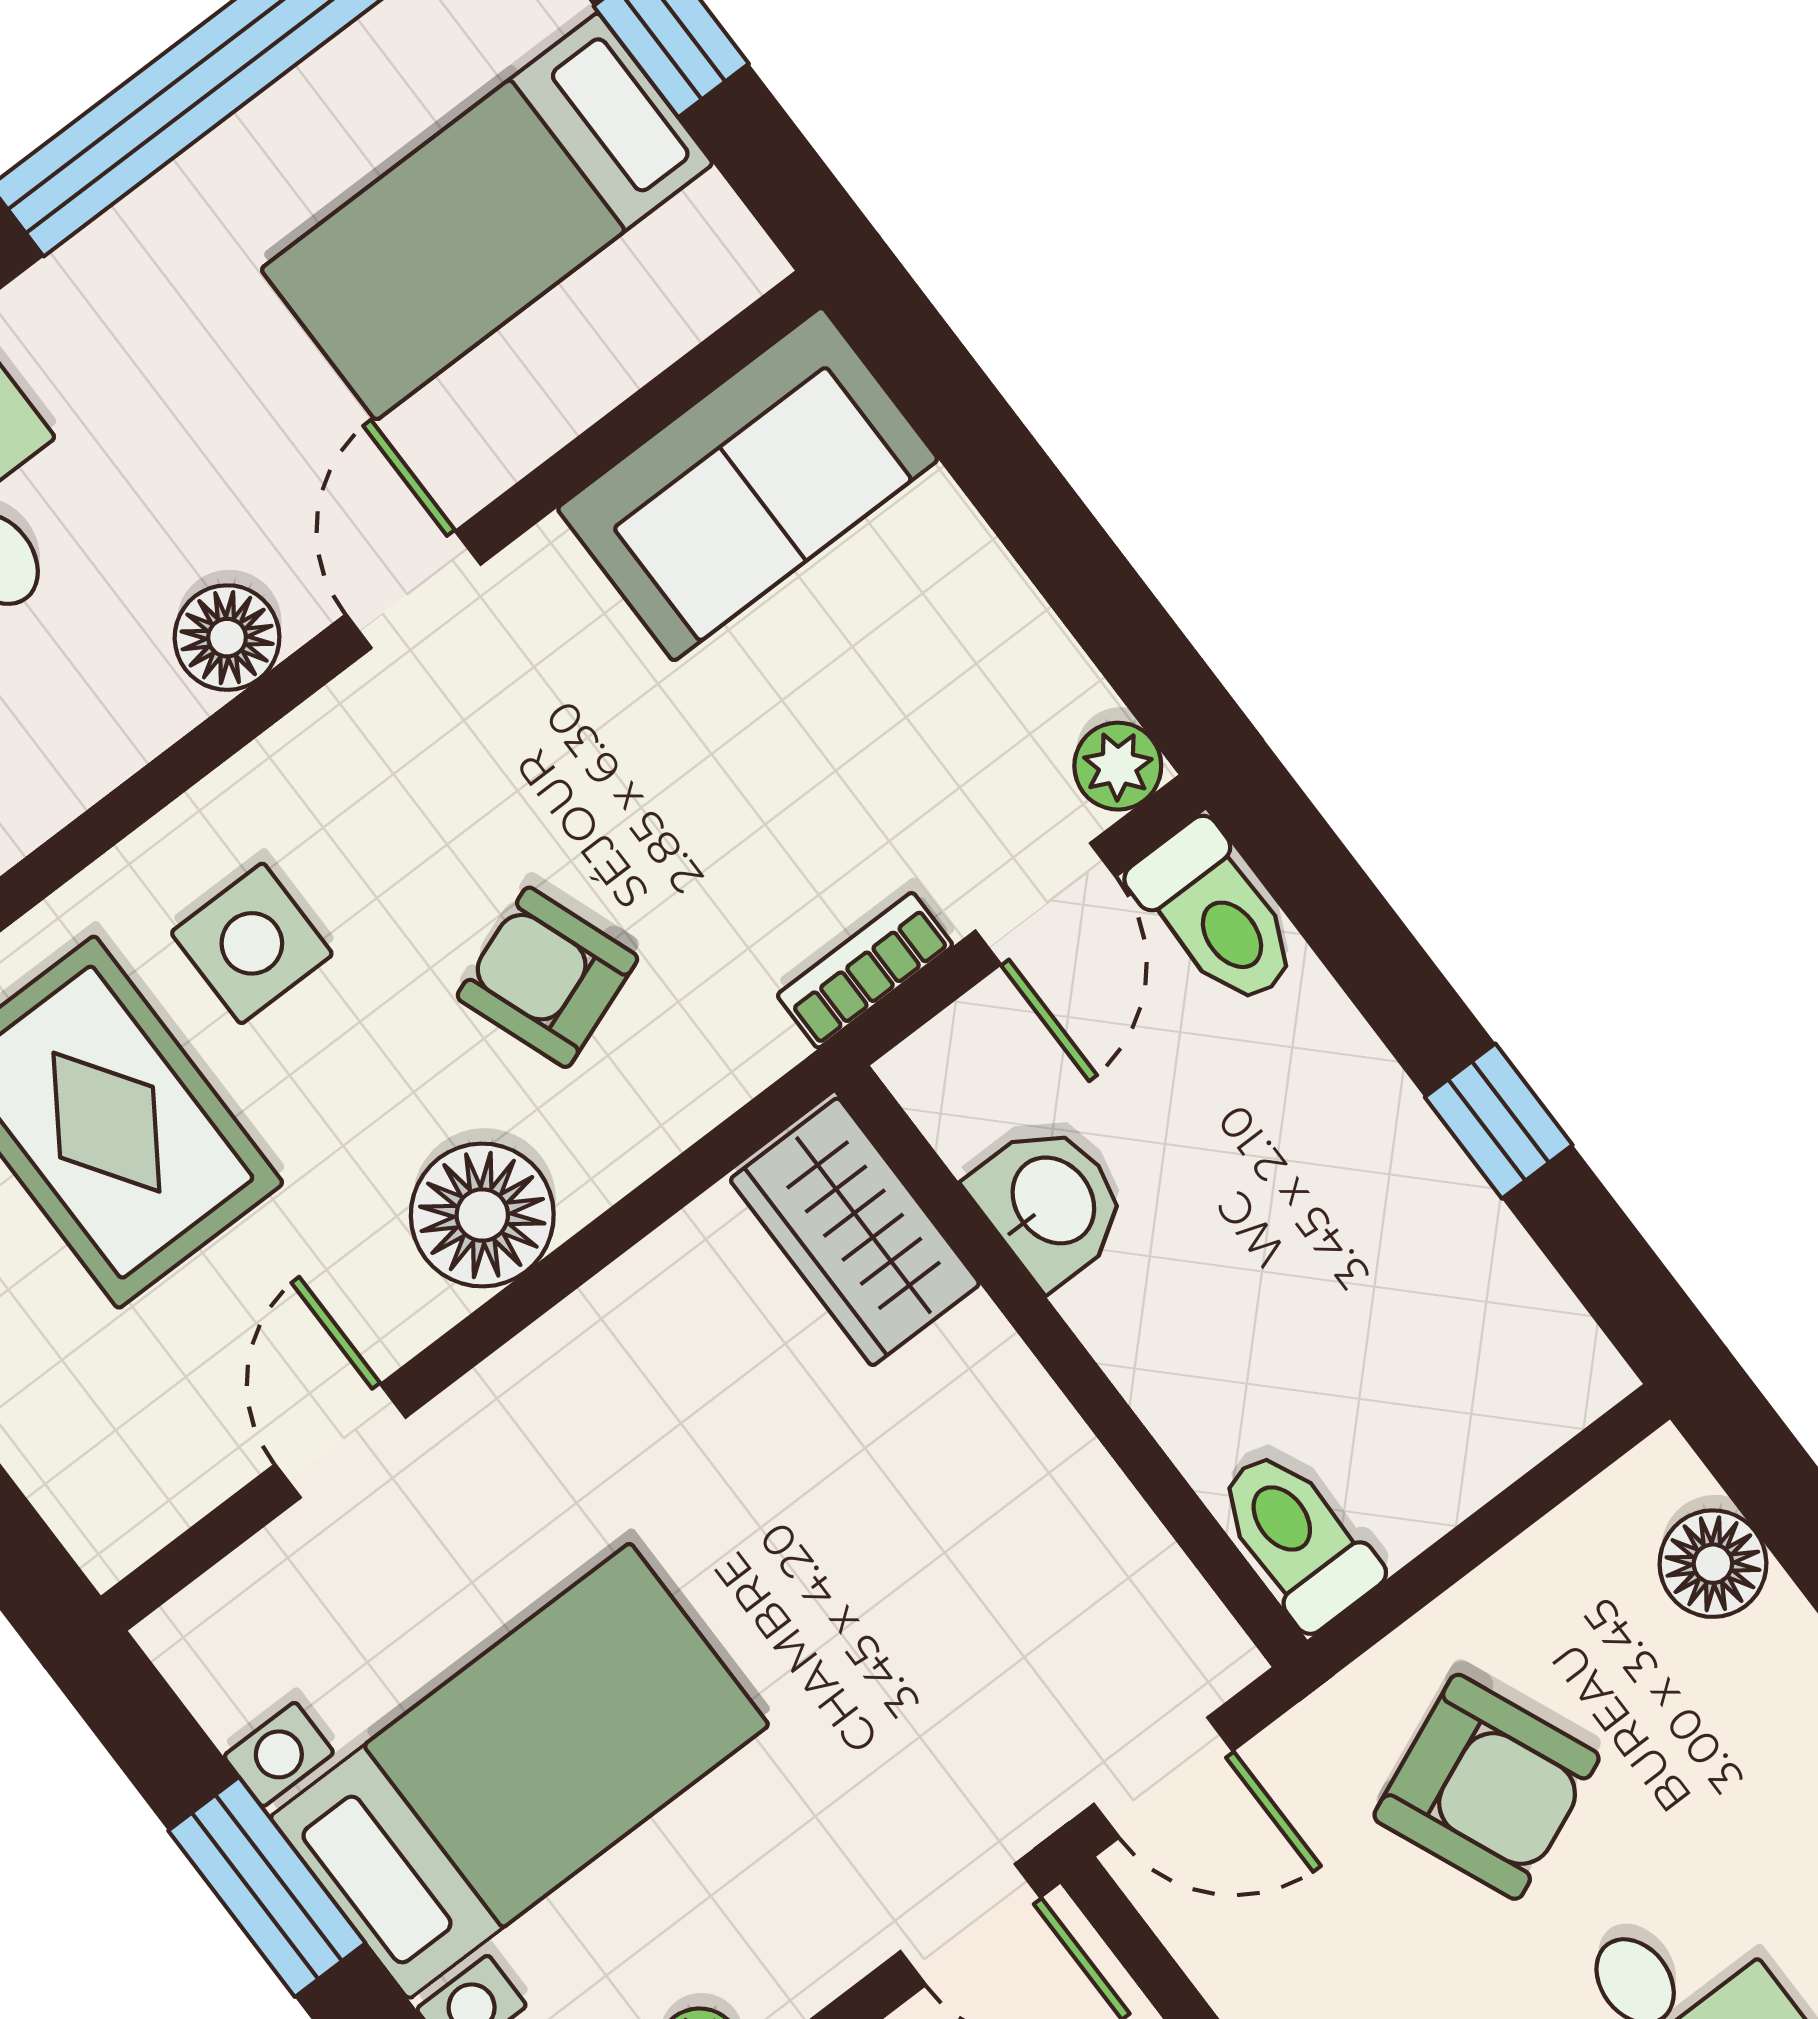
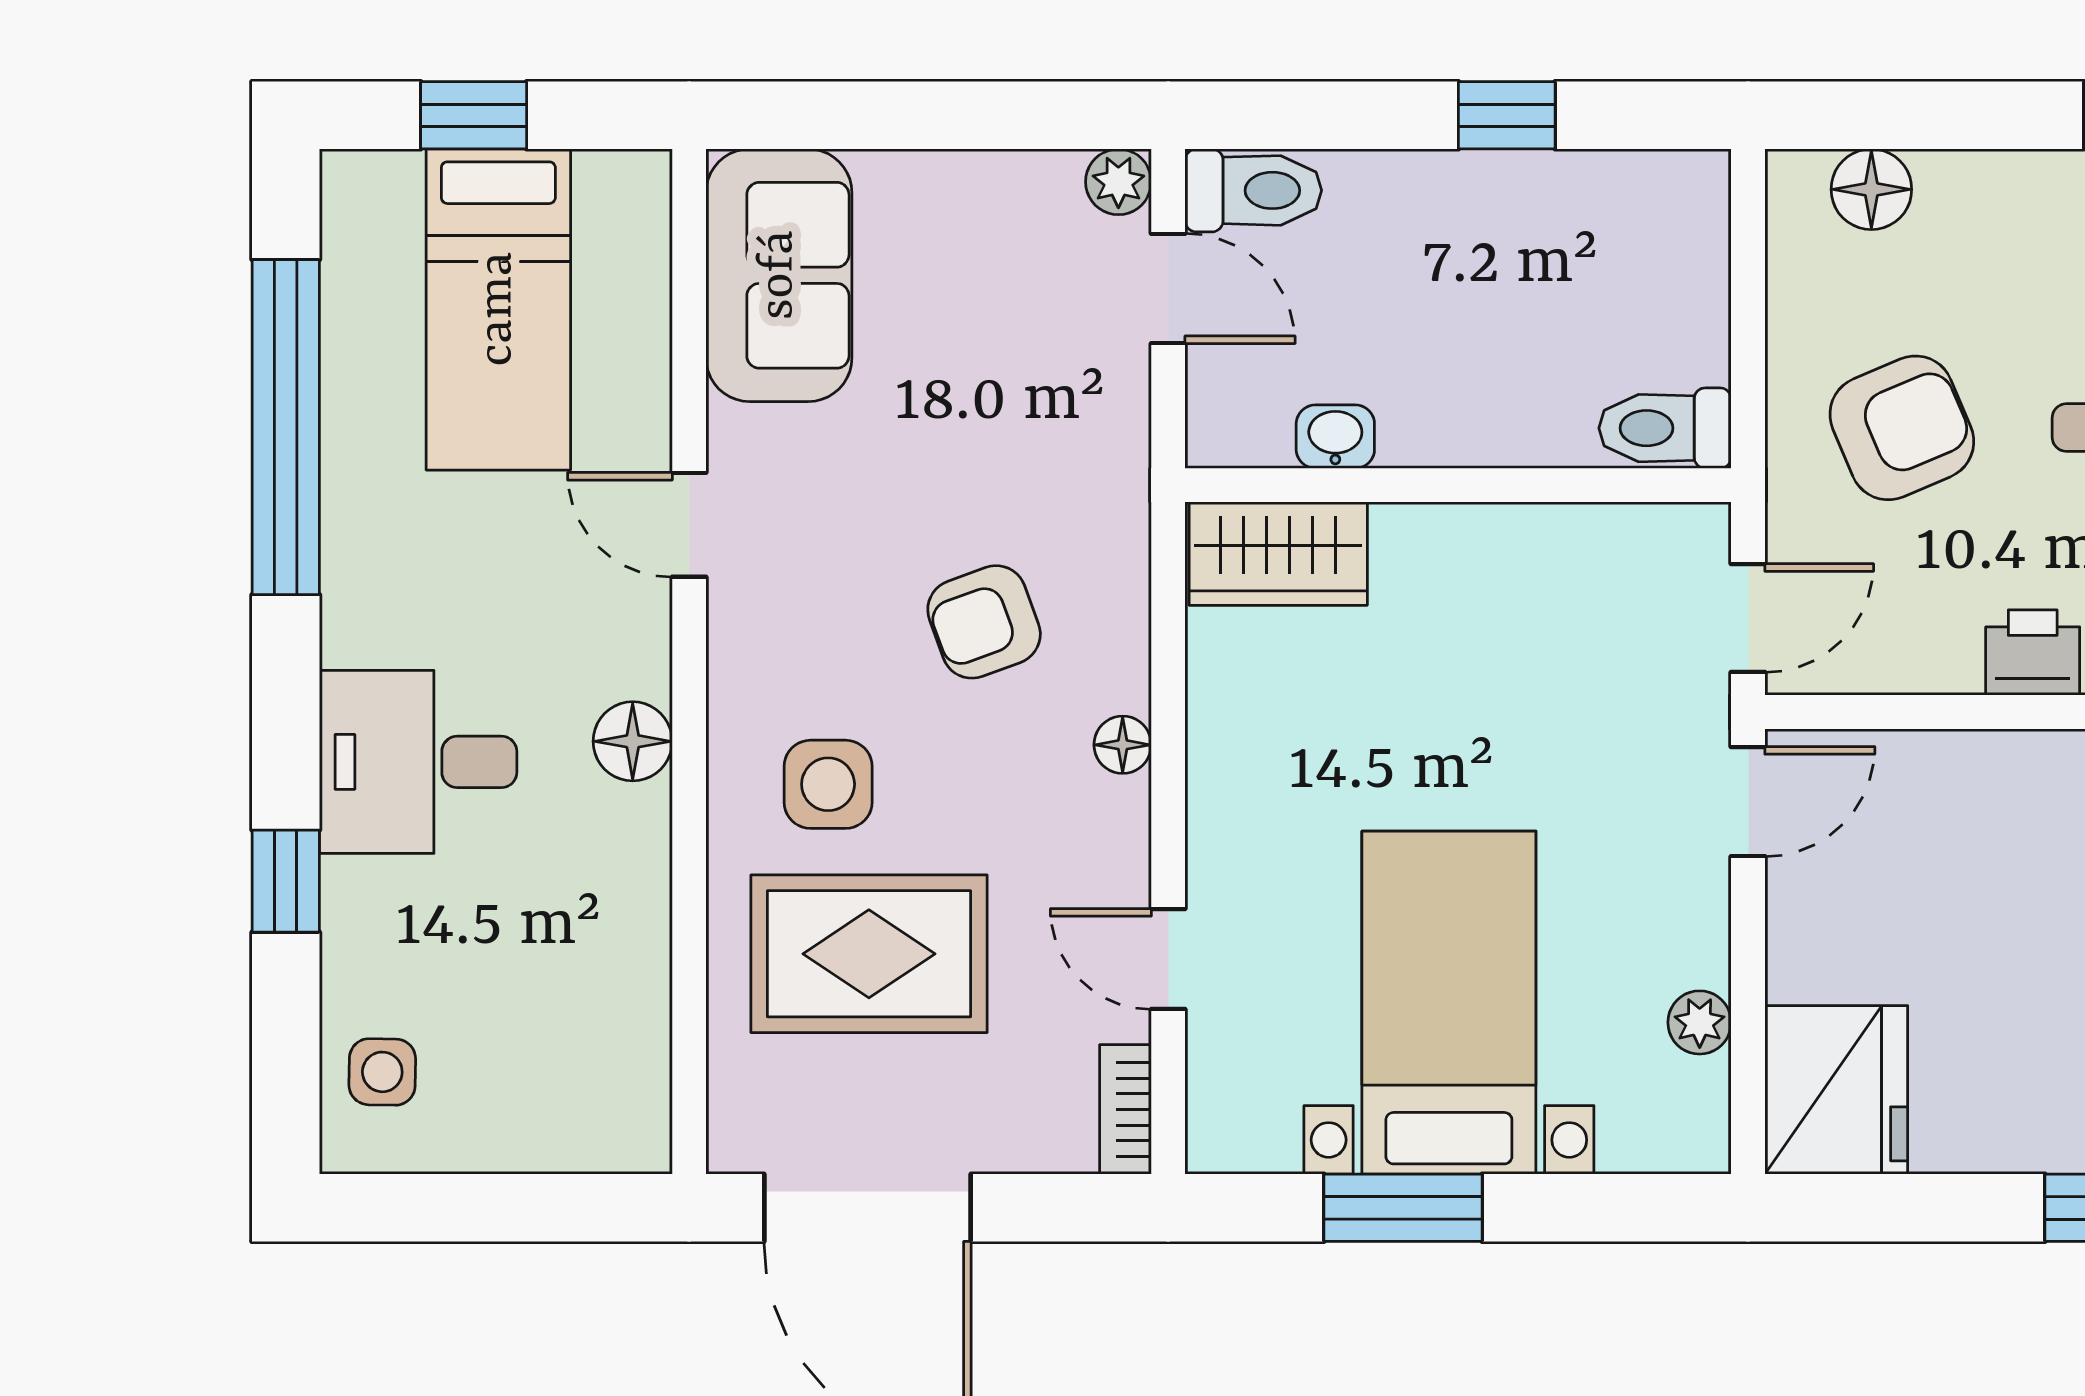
floor lamp: (227, 638) -> (633, 741), moved
bookcase: (865, 970) -> (1125, 1109), moved
washbasin: (1050, 1203) -> (1335, 437), width x0.72, depth x0.69
floor lamp: (482, 1215) -> (1123, 745), width x0.53, depth x0.53

